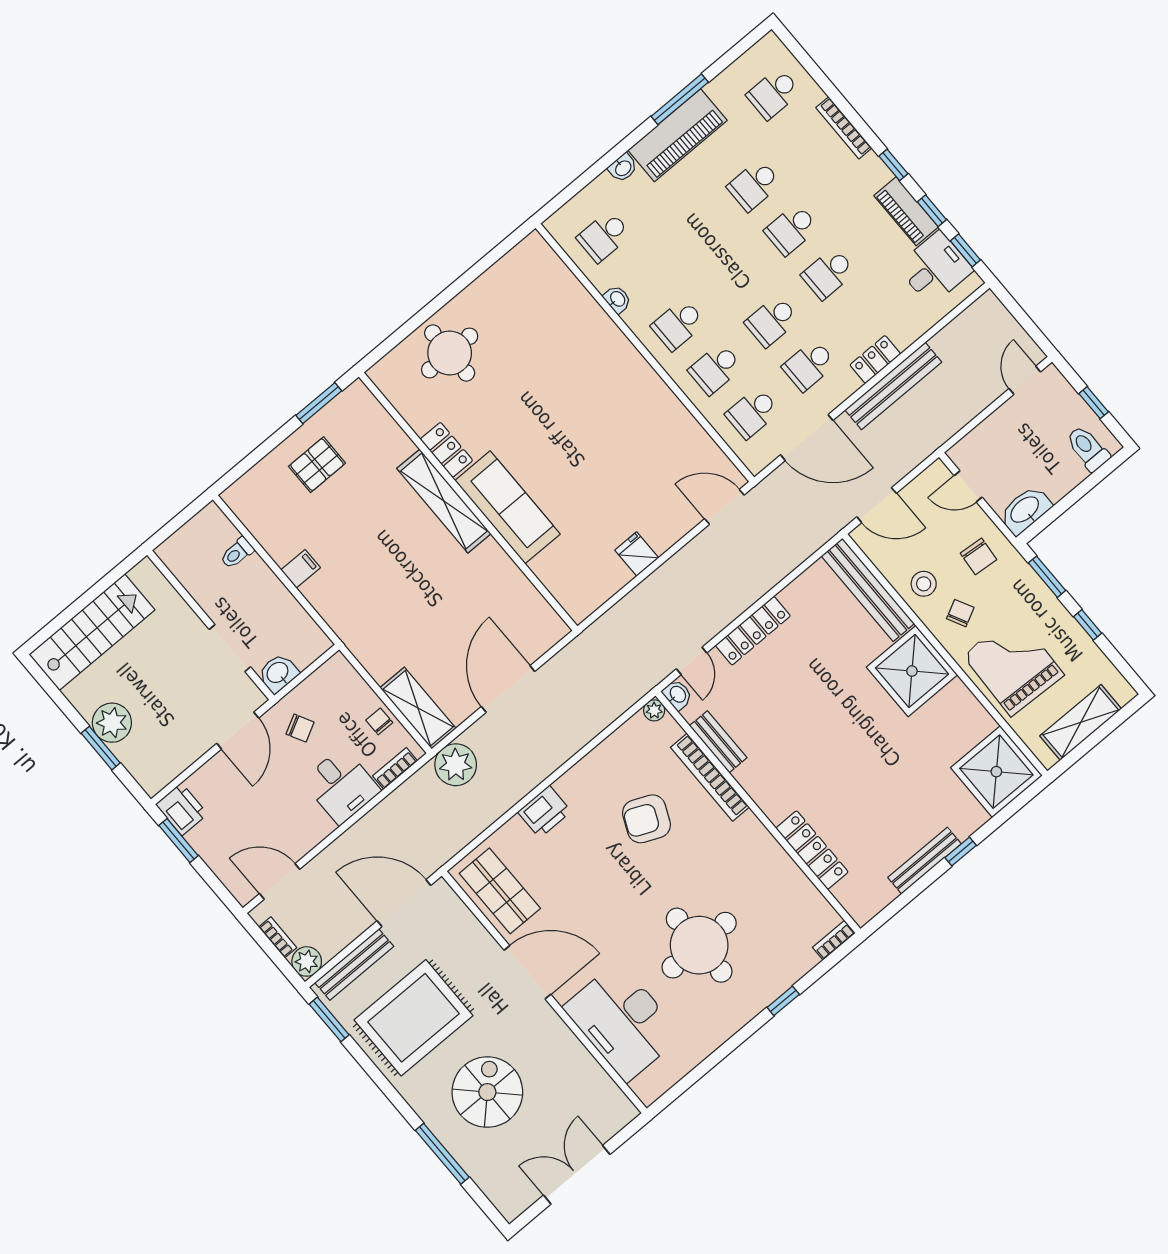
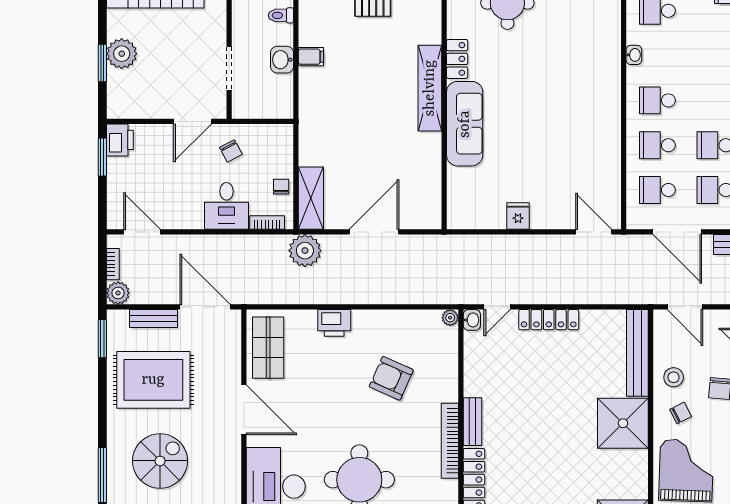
washbasin: (278, 673) -> (282, 60), moved, turned -90
bench: (718, 742) -> (472, 422), moved
bookcase: (710, 777) -> (450, 441), moved
bench: (354, 965) -> (153, 319), width x0.73

